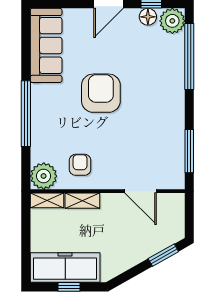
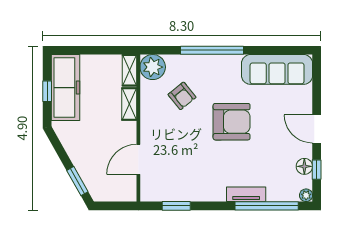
plant: (172, 21) -> (306, 195), width x0.53, depth x0.53
tv unit: (177, 78) -> (246, 194), added
window: (189, 151) -> (176, 206), width x0.69
armchair: (80, 165) -> (182, 96), moved, turned 51

